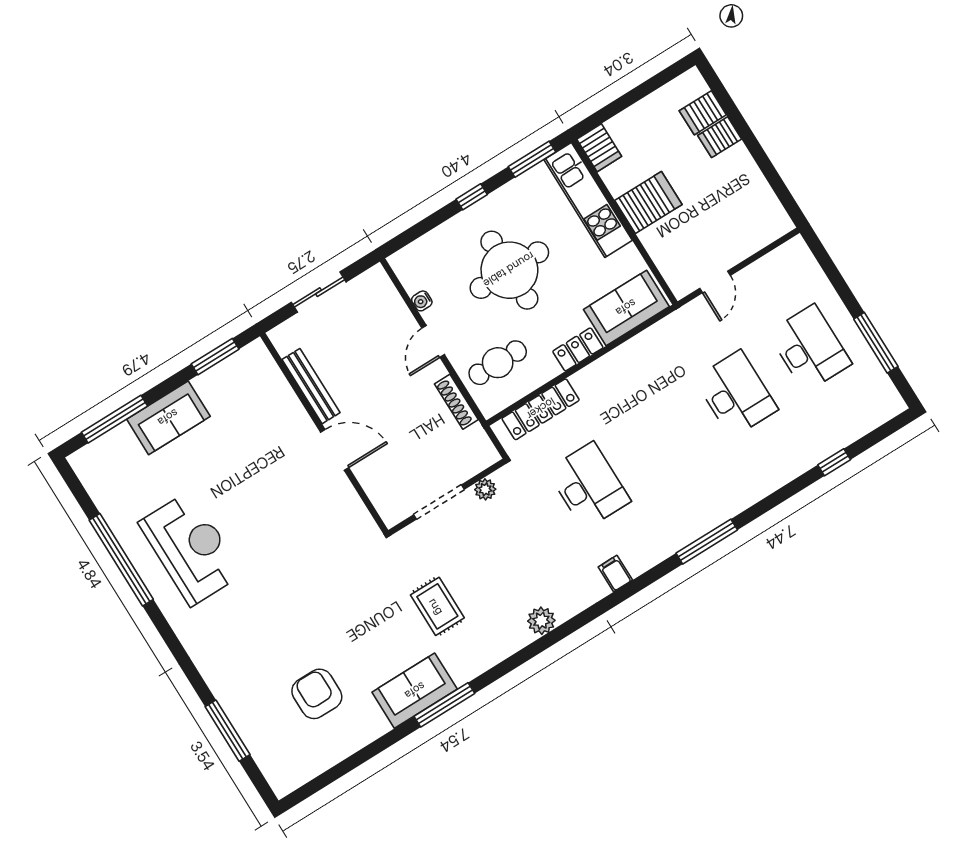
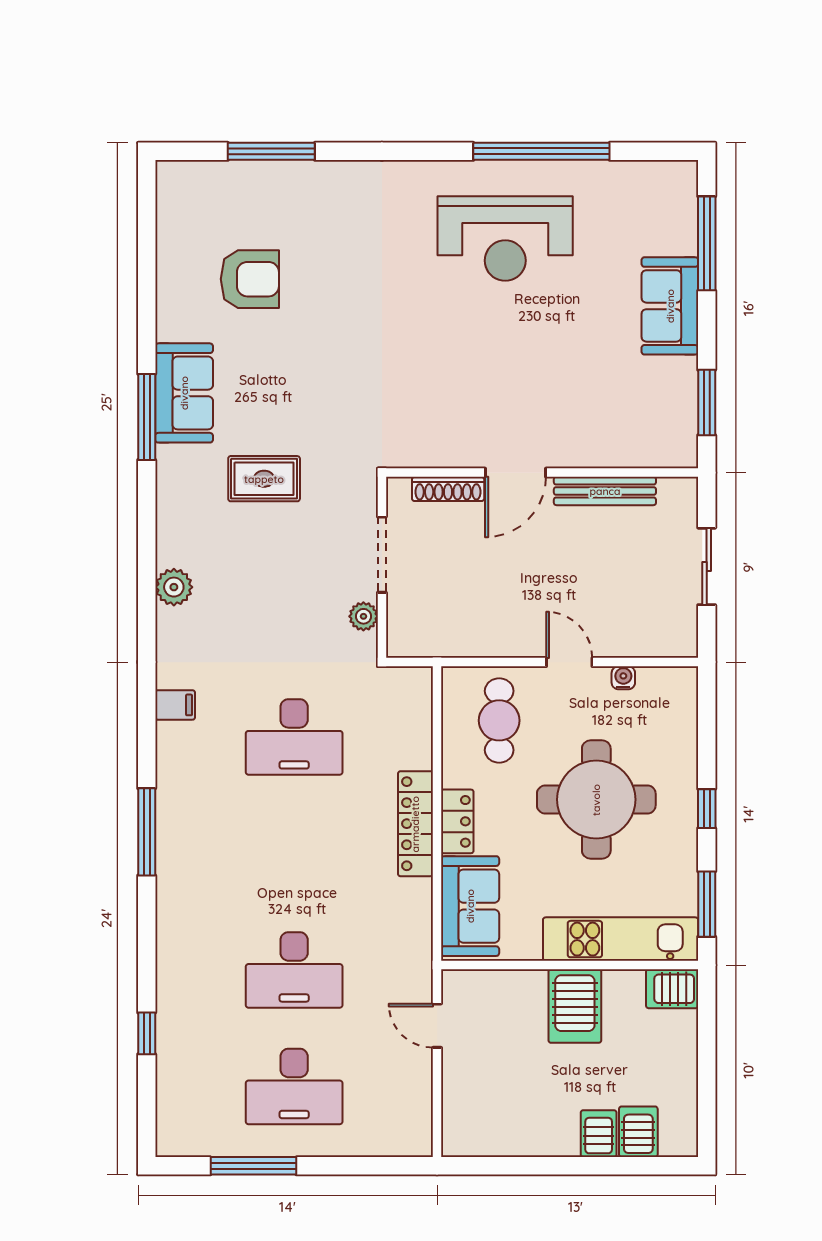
shoe rack: (456, 402) -> (448, 489), moved, turned 180
locker: (541, 409) -> (415, 824), moved

